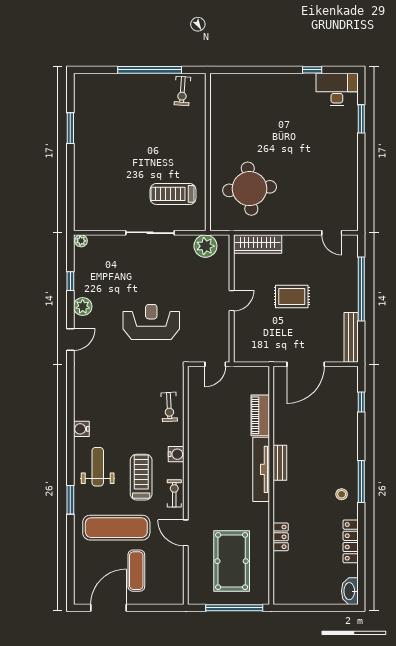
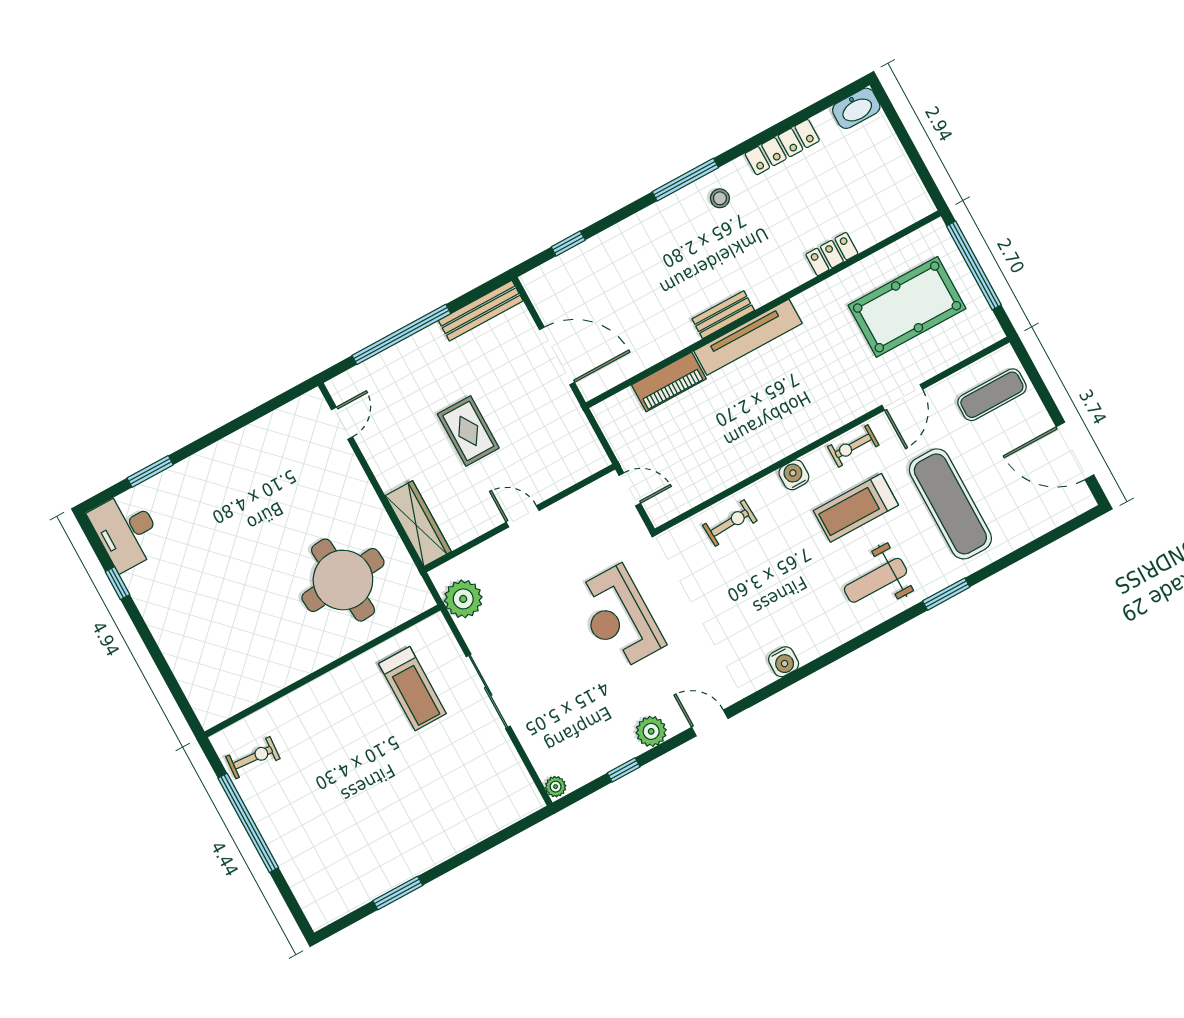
water cooler: (81, 429) -> (784, 662), moved
exercise mat: (136, 571) -> (992, 395), moved

